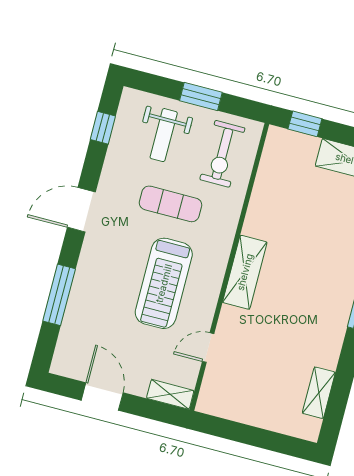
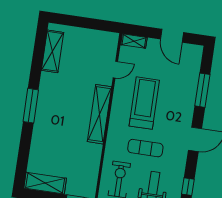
shelving: (245, 272) -> (99, 114), width x1.47
shelving: (319, 393) -> (53, 51), width x1.50, depth x1.33

